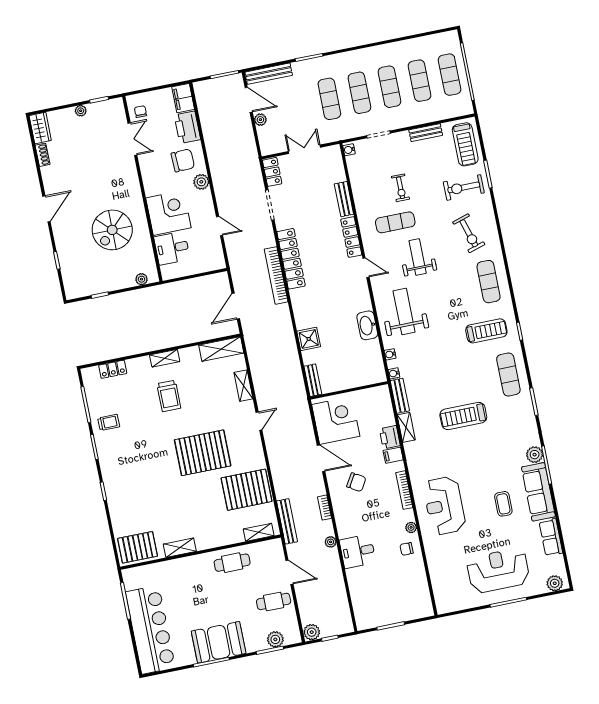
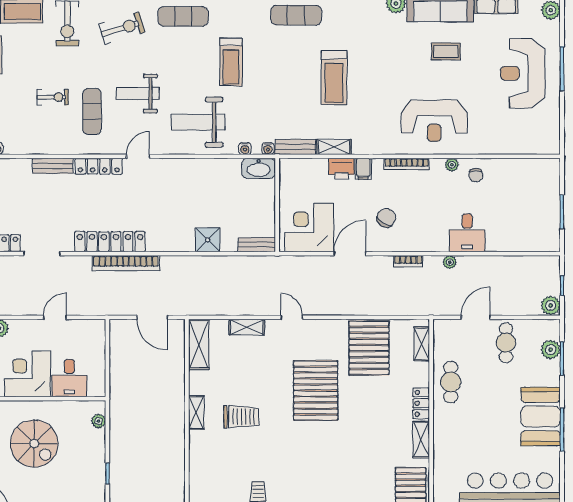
washbasin: (367, 325) -> (259, 168), moved
treadmill: (486, 331) -> (231, 62), moved, turned 180
locker: (113, 369) -> (421, 403), moved, turned 180
bench: (287, 521) -> (416, 308), removed

